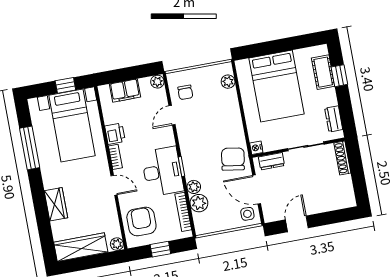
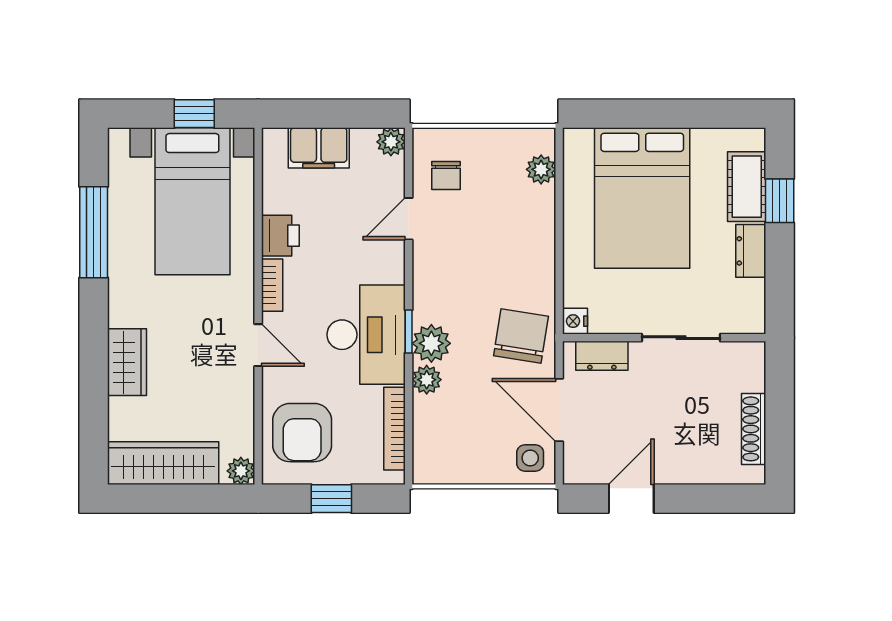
dresser: (334, 119) -> (751, 251), moved
shoe rack: (342, 158) -> (754, 429), moved
plant: (199, 203) -> (431, 343), moved
armchair: (141, 222) -> (302, 433), turned 180

